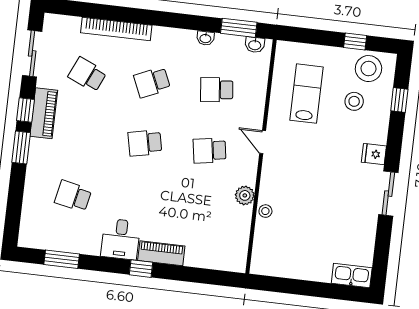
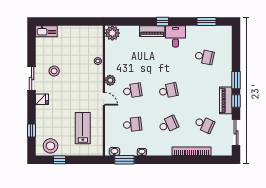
lab bench: (307, 94) -> (83, 128), turned 180
stool: (354, 101) -> (54, 71), moved
plant: (245, 195) -> (110, 80), moved
plant: (234, 258) -> (112, 33), added

